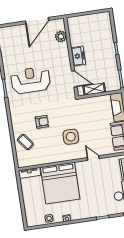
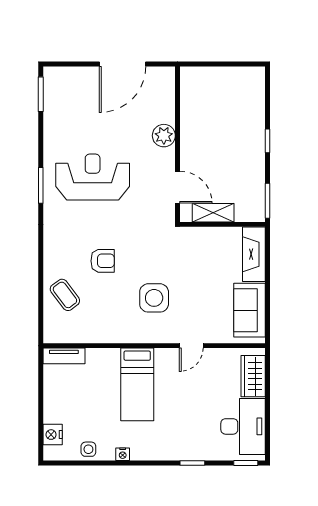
plant: (61, 36) -> (164, 136), moved
freezer: (78, 56) -> (192, 144), removed
door: (93, 158) -> (191, 346), swing flipped
bed: (60, 183) -> (137, 384), width x0.49
nightstand: (30, 214) -> (53, 435), added

